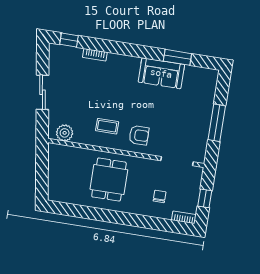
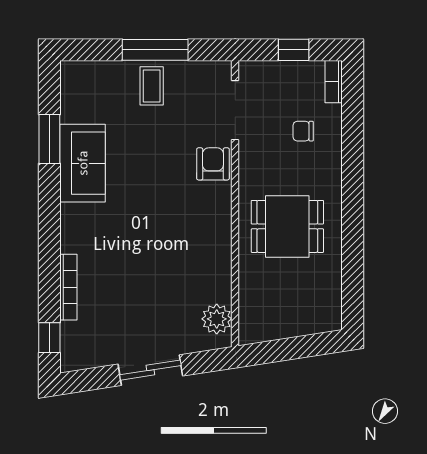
bookcase: (95, 55) -> (68, 287), width x1.56
coffee table: (107, 126) -> (152, 86), moved
armchair: (139, 135) -> (213, 164), moved

